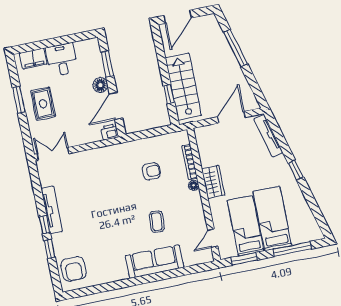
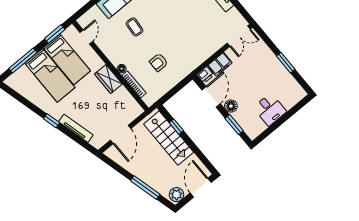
plant: (207, 23) -> (176, 195), added
filing cabinet: (33, 59) -> (220, 64), moved, turned 180
rug: (43, 104) -> (266, 69), removed
tv unit: (268, 136) -> (76, 128), moved

